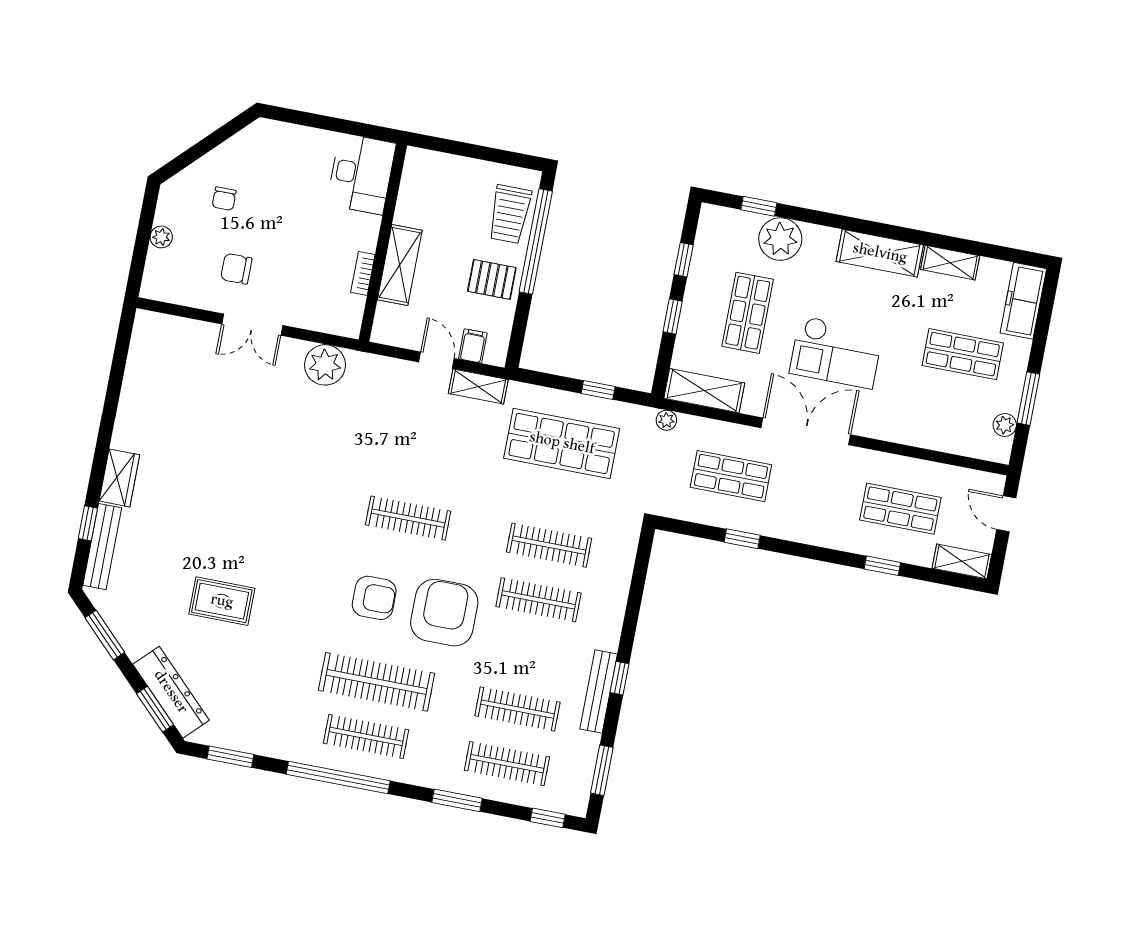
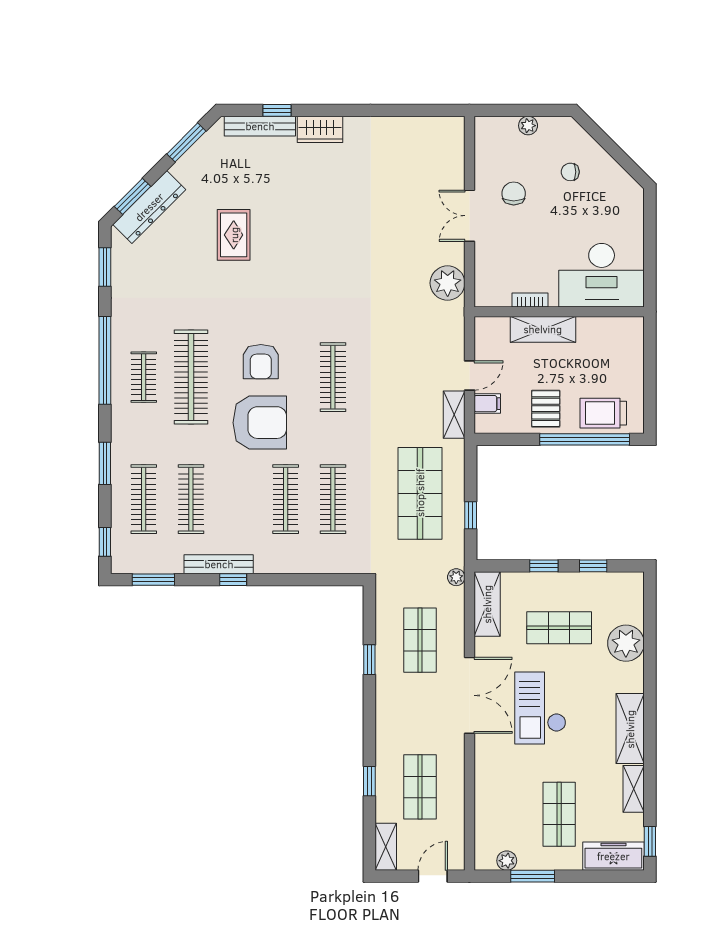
desk: (361, 174) -> (602, 275), width x1.36, depth x1.30
window: (759, 206) -> (650, 841), moved
clothes rail: (366, 736) -> (144, 377), width x0.73

